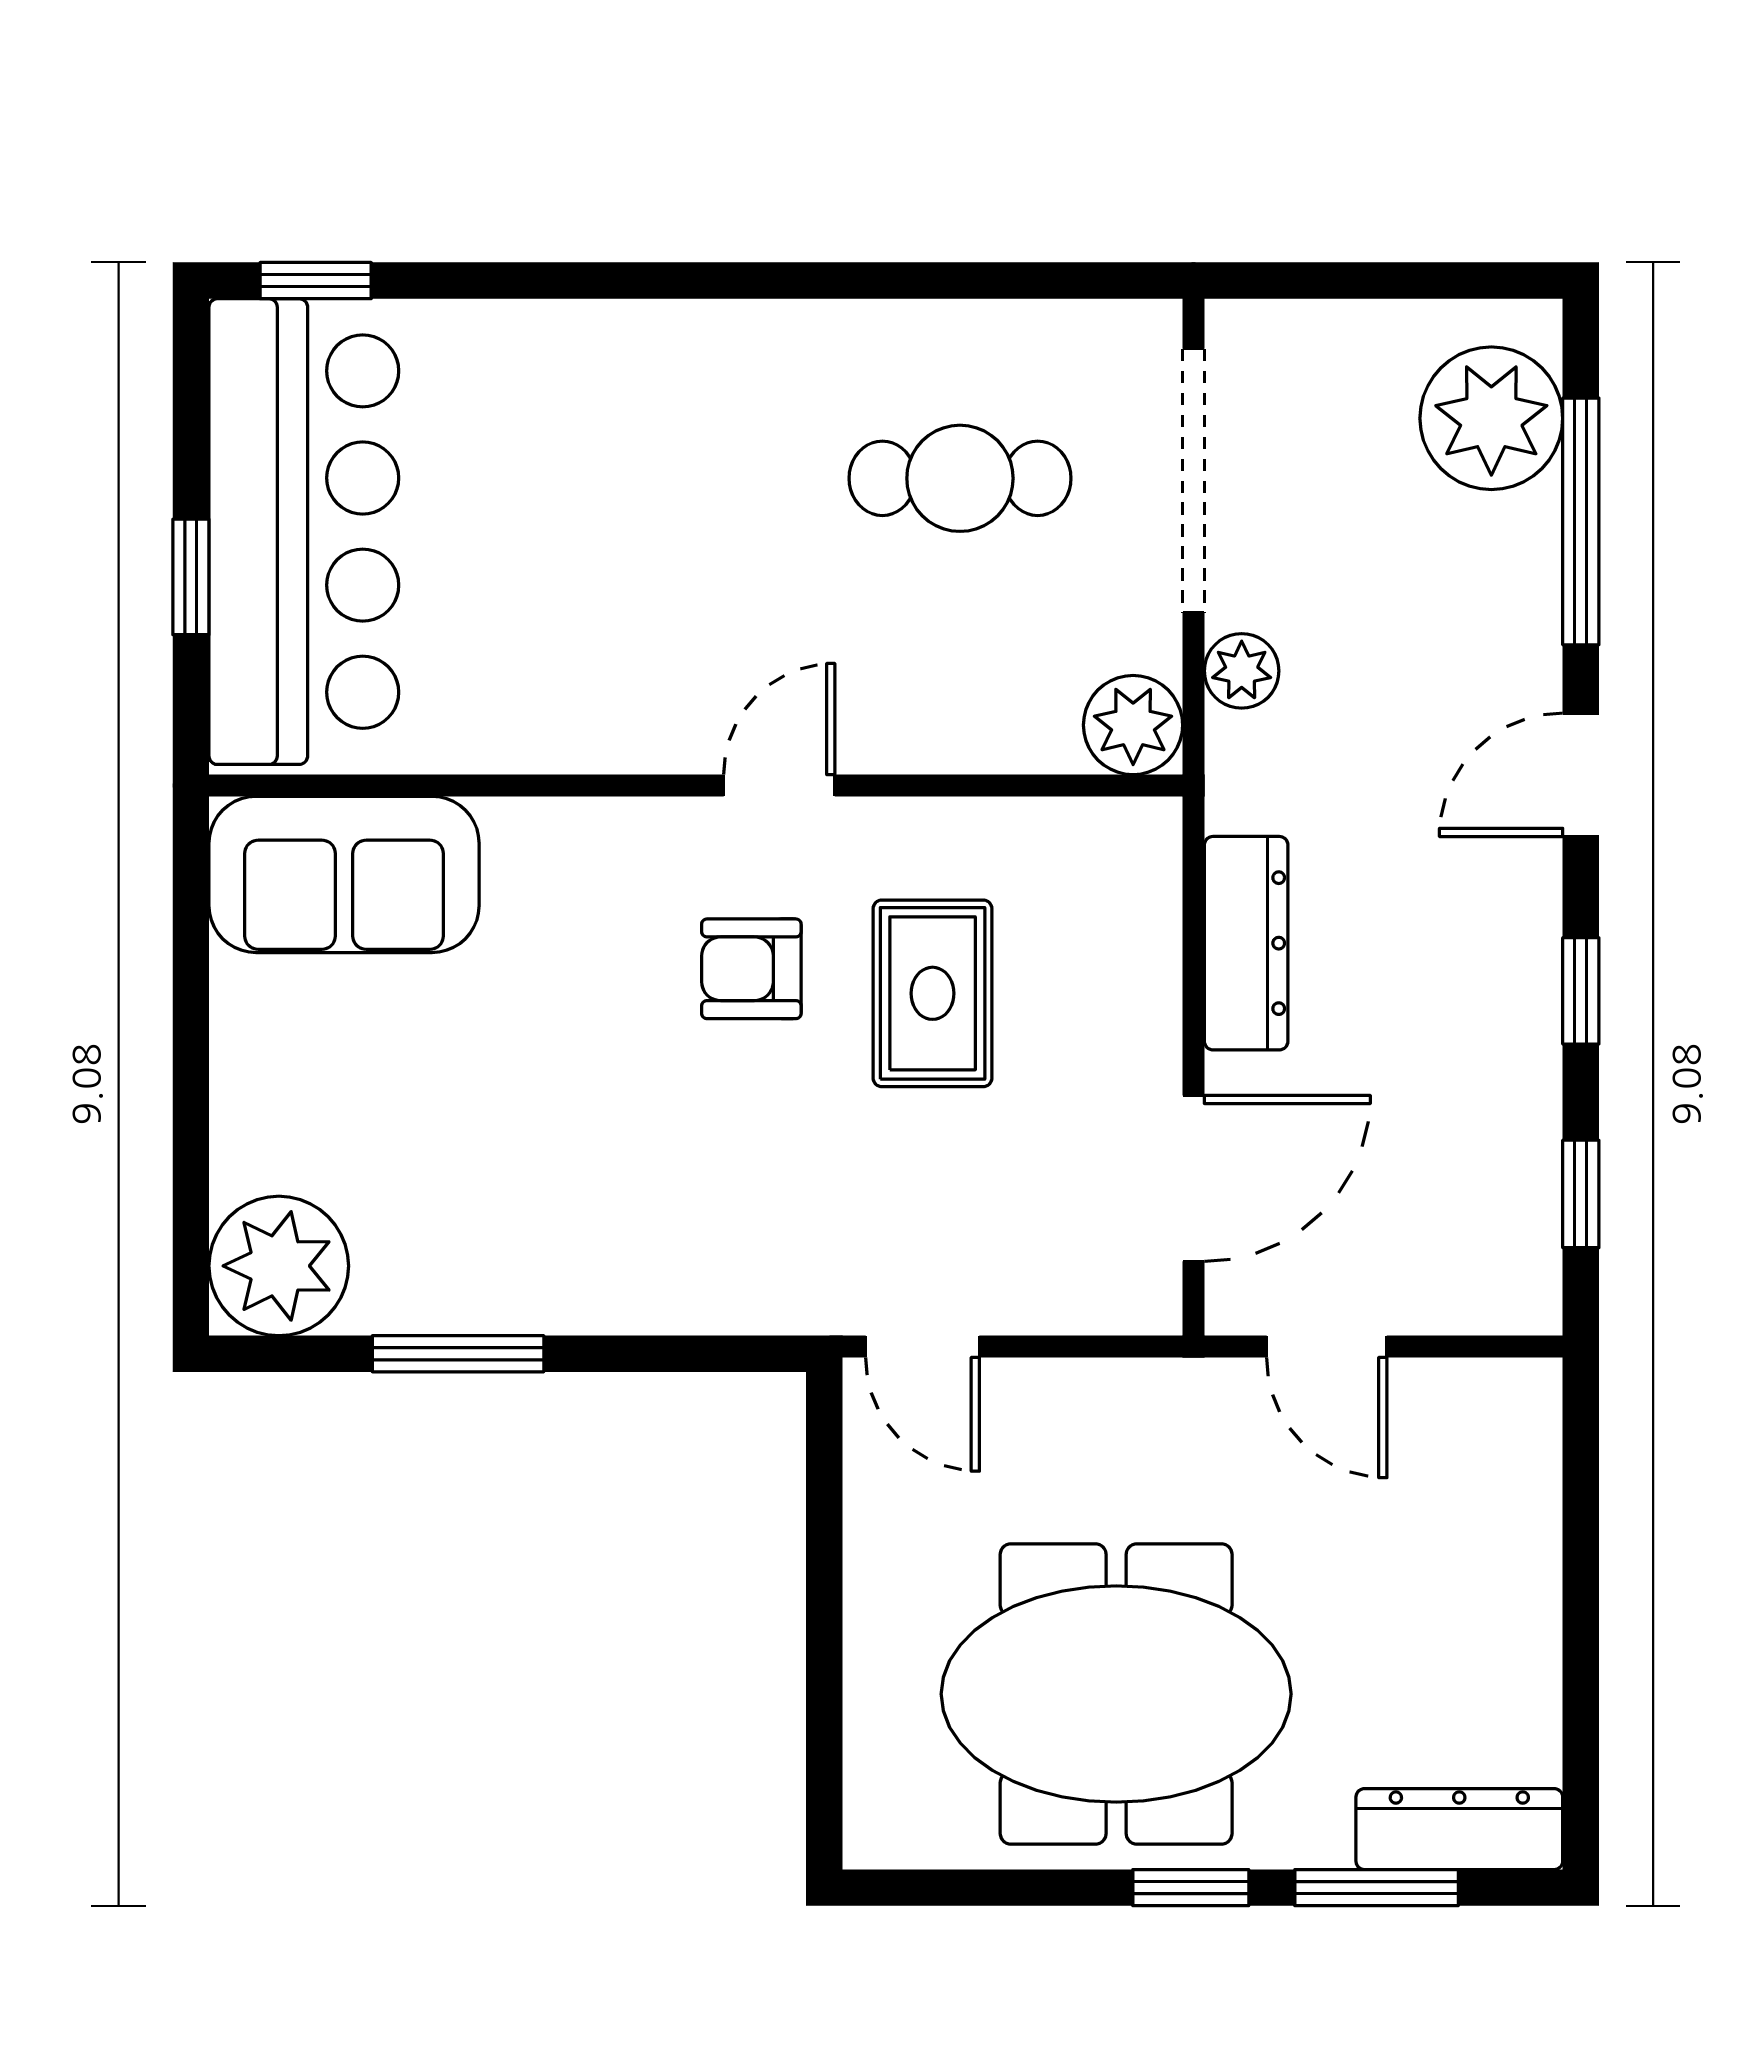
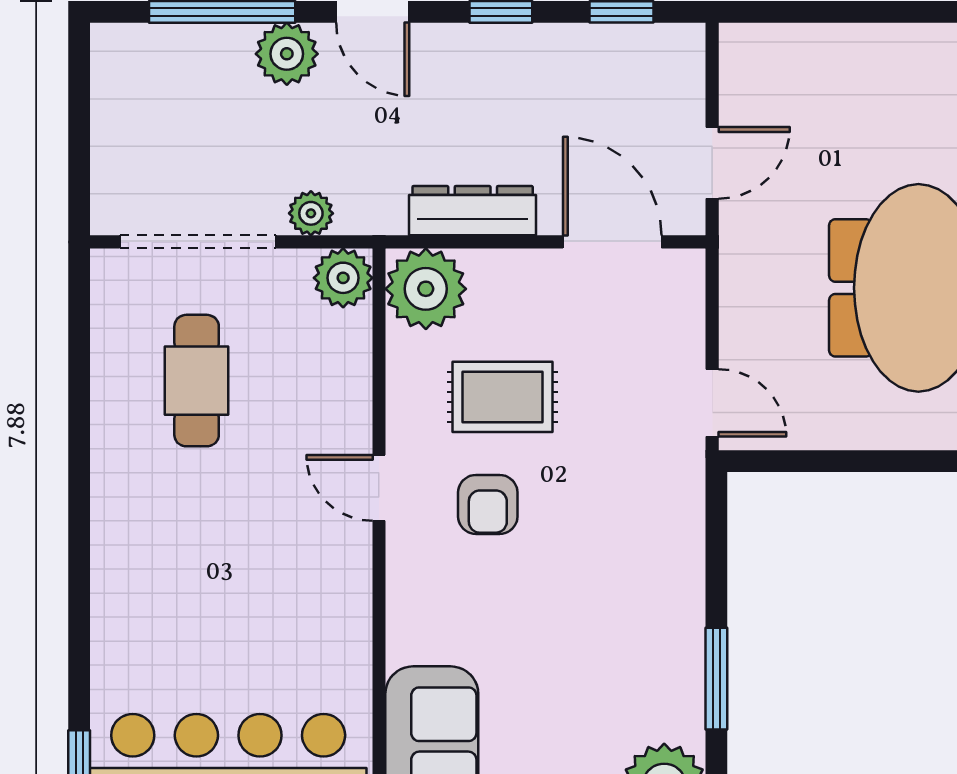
plant: (1491, 418) -> (287, 54), moved, width x0.73, depth x0.73
plant: (1115, 864) -> (426, 289), added
door: (923, 1347) -> (712, 403), hinge flipped

